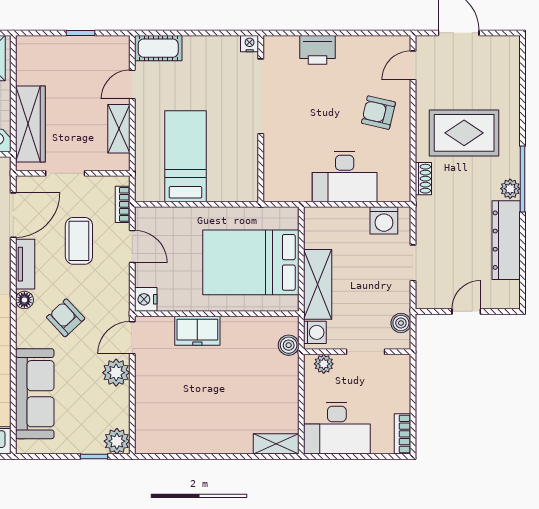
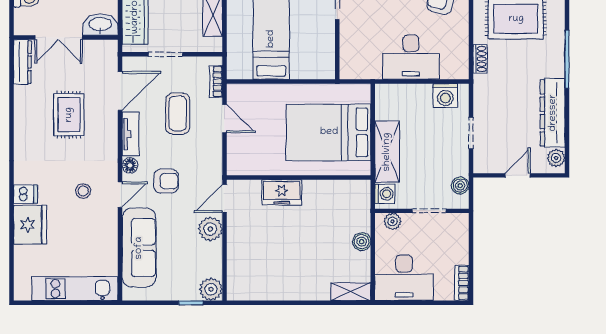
plant: (510, 189) -> (556, 158), moved
nightstand: (146, 299) -> (236, 165), removed
armchair: (66, 318) -> (166, 181), turned 133
door: (13, 333) -> (120, 195), added
boiler: (289, 345) -> (362, 242), moved

